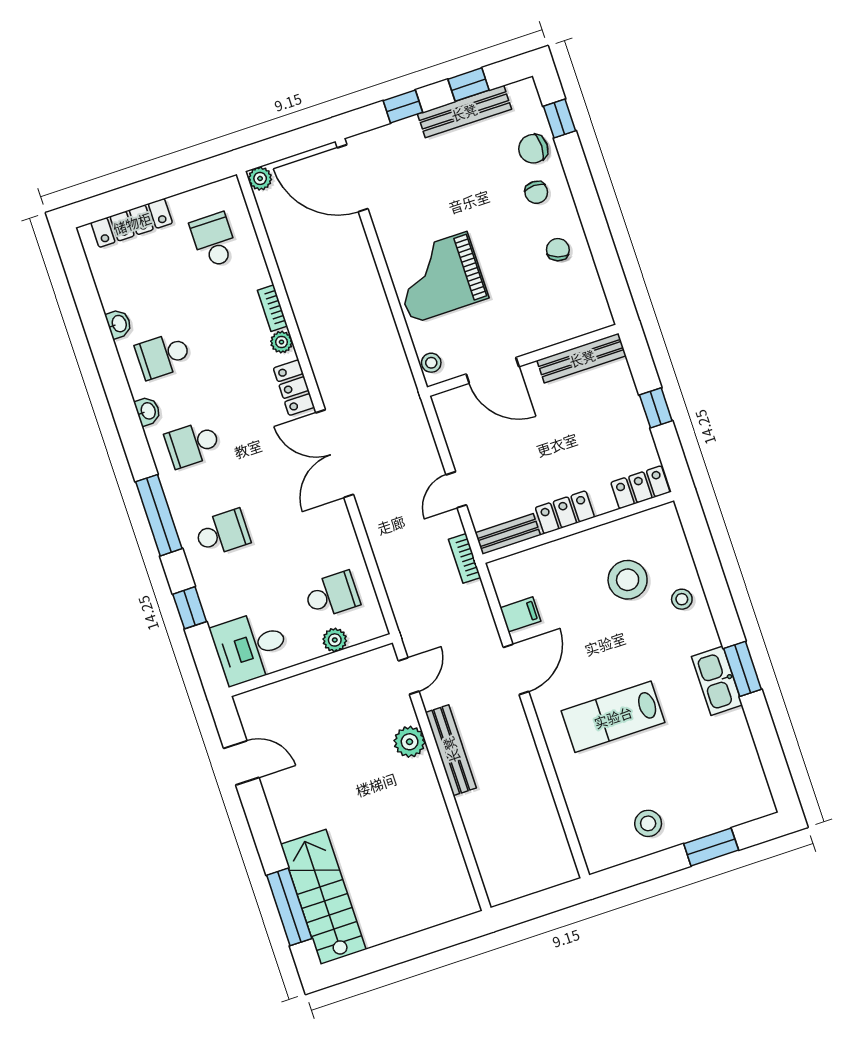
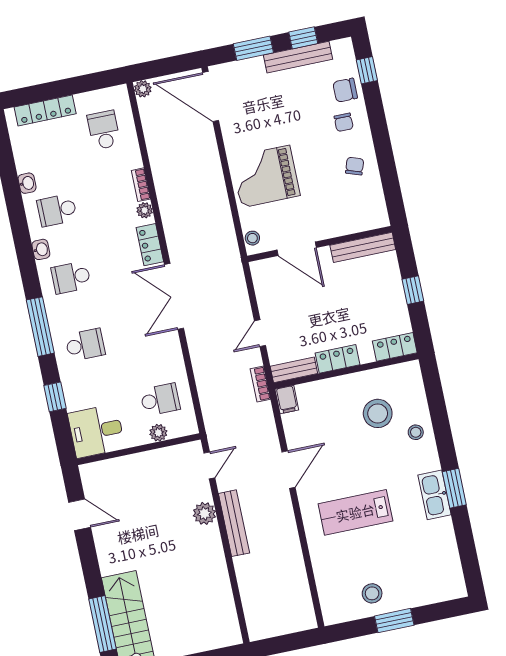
window: (403, 106) -> (253, 48), width x1.50
filing cabinet: (520, 614) -> (287, 400), moved, turned 90
window: (711, 847) -> (394, 621), moved

